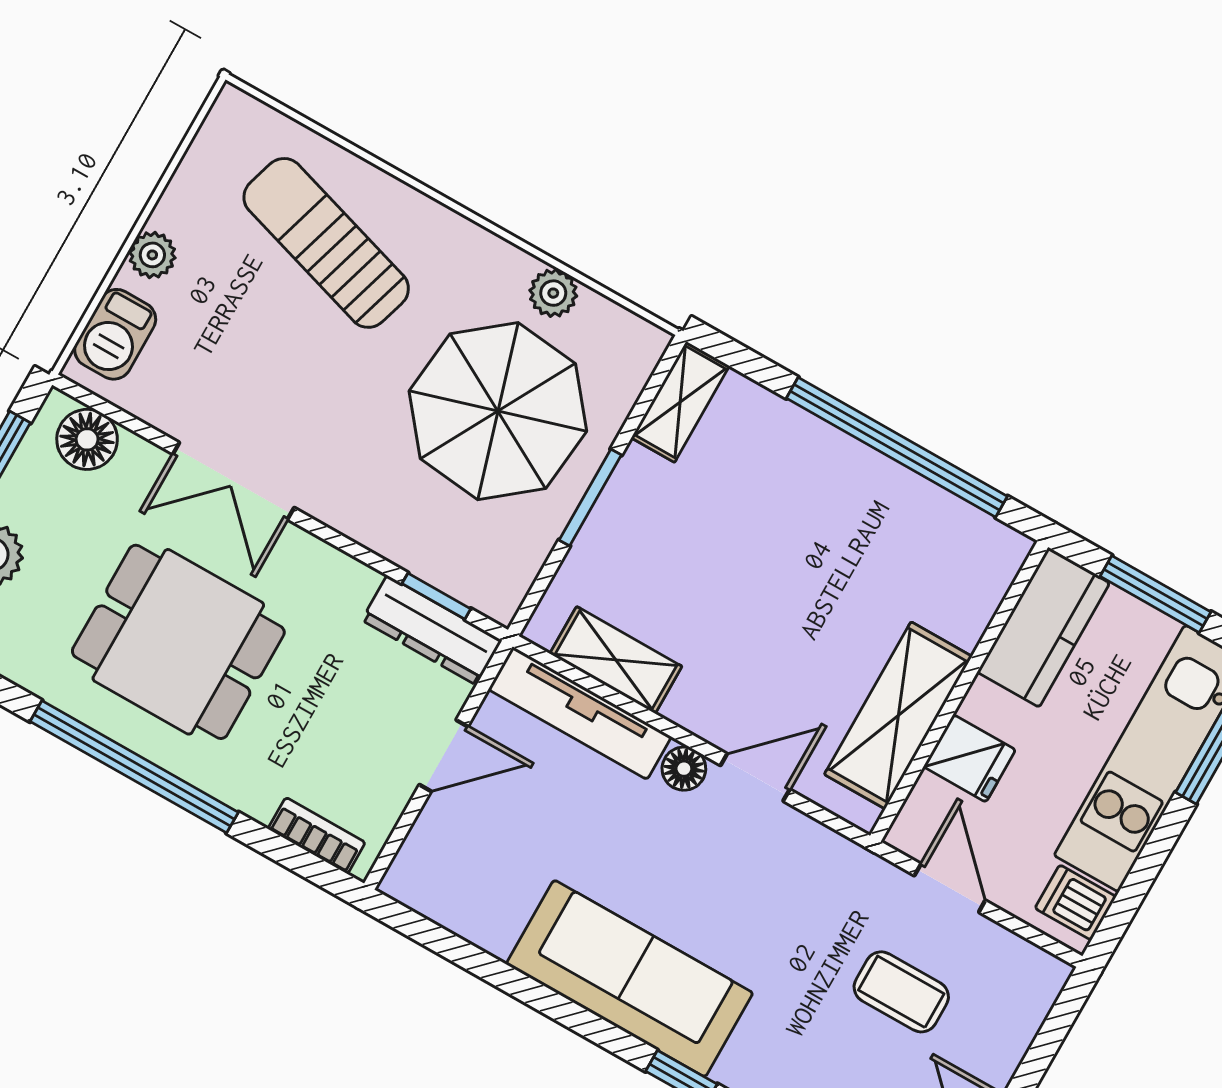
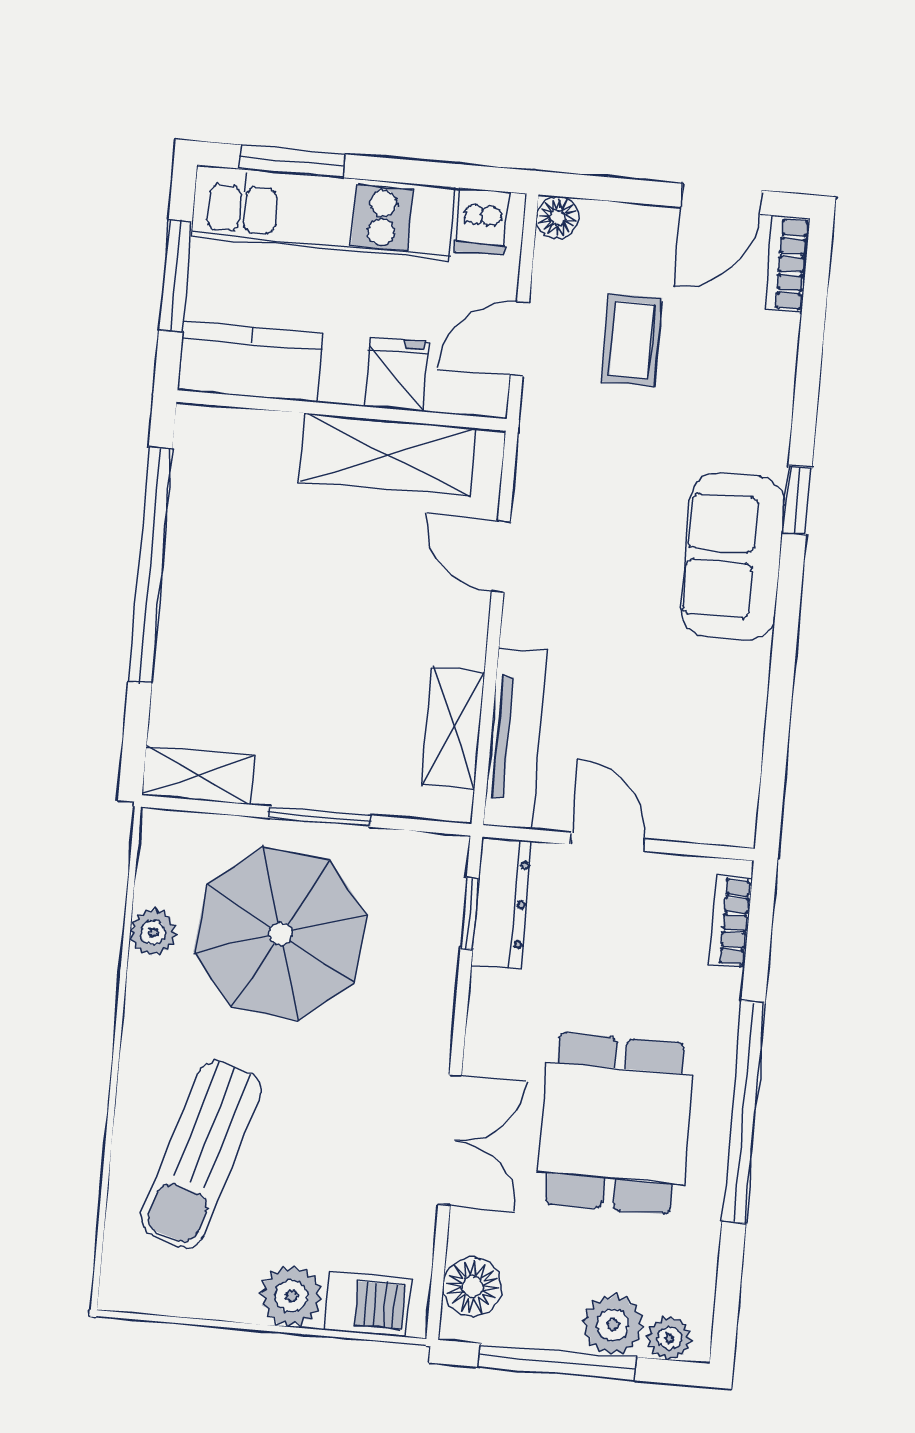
plant: (152, 255) -> (291, 1296), width x1.38, depth x1.38
floor lamp: (684, 769) -> (558, 217), moved
sofa: (630, 978) -> (733, 557), width x0.73

